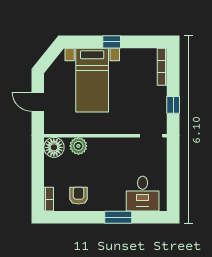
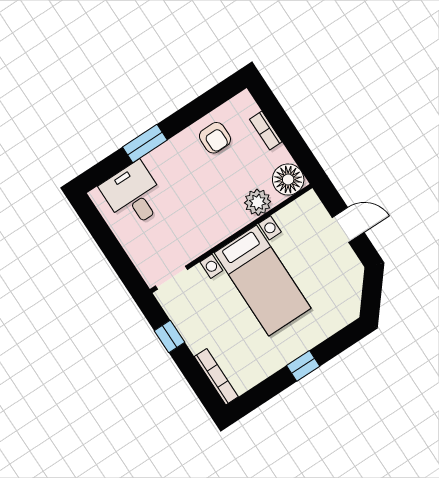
bed with nightstands: (92, 80) -> (263, 280), moved, turned 180
bookcase: (49, 199) -> (266, 131), moved

